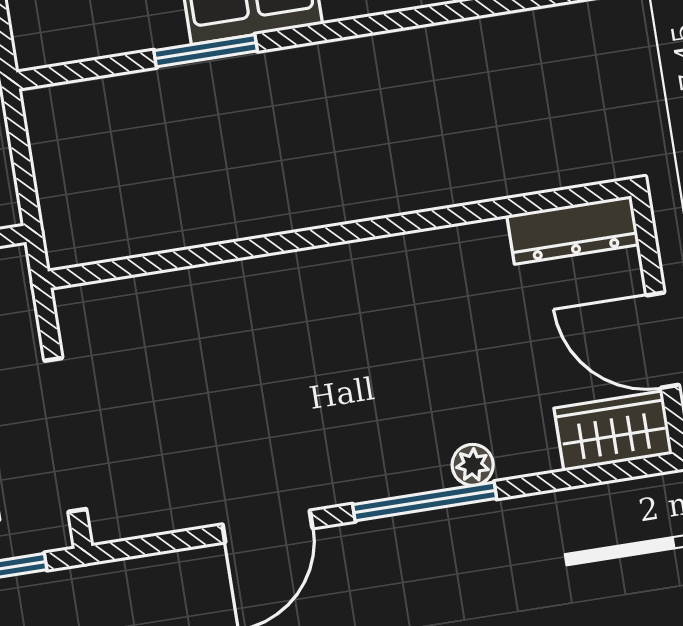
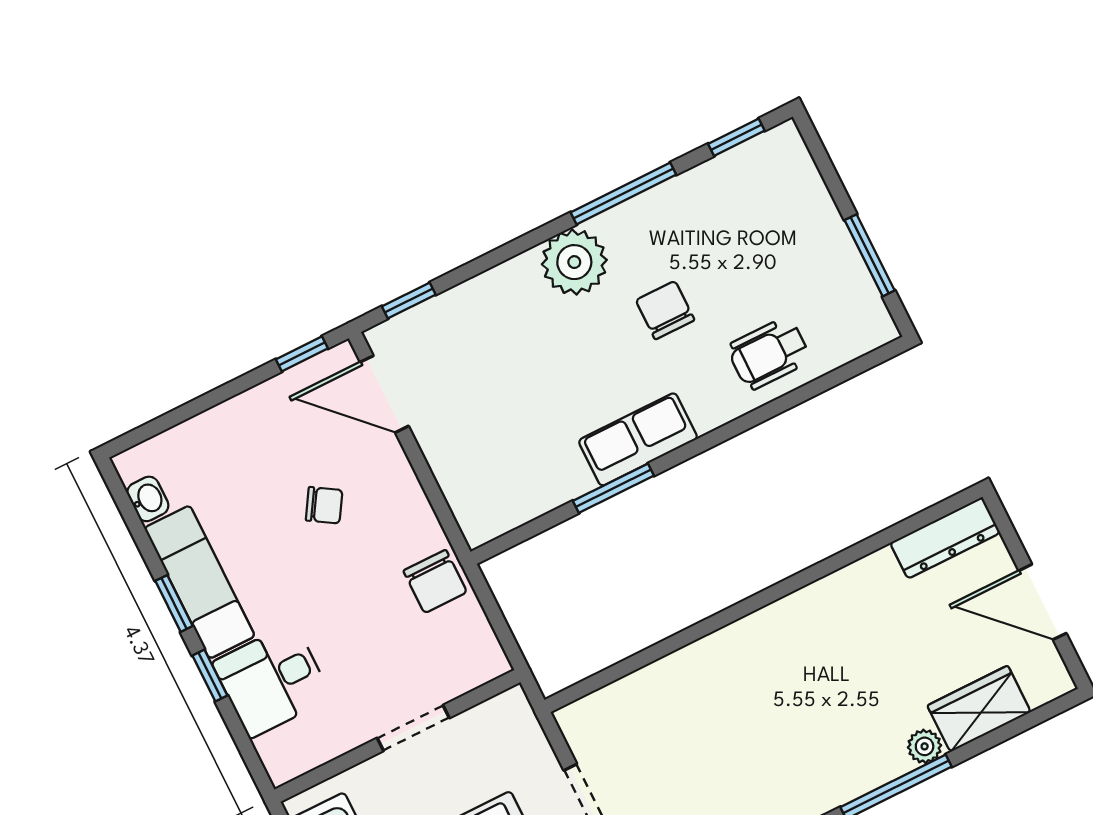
wardrobe: (613, 431) -> (979, 709), moved

